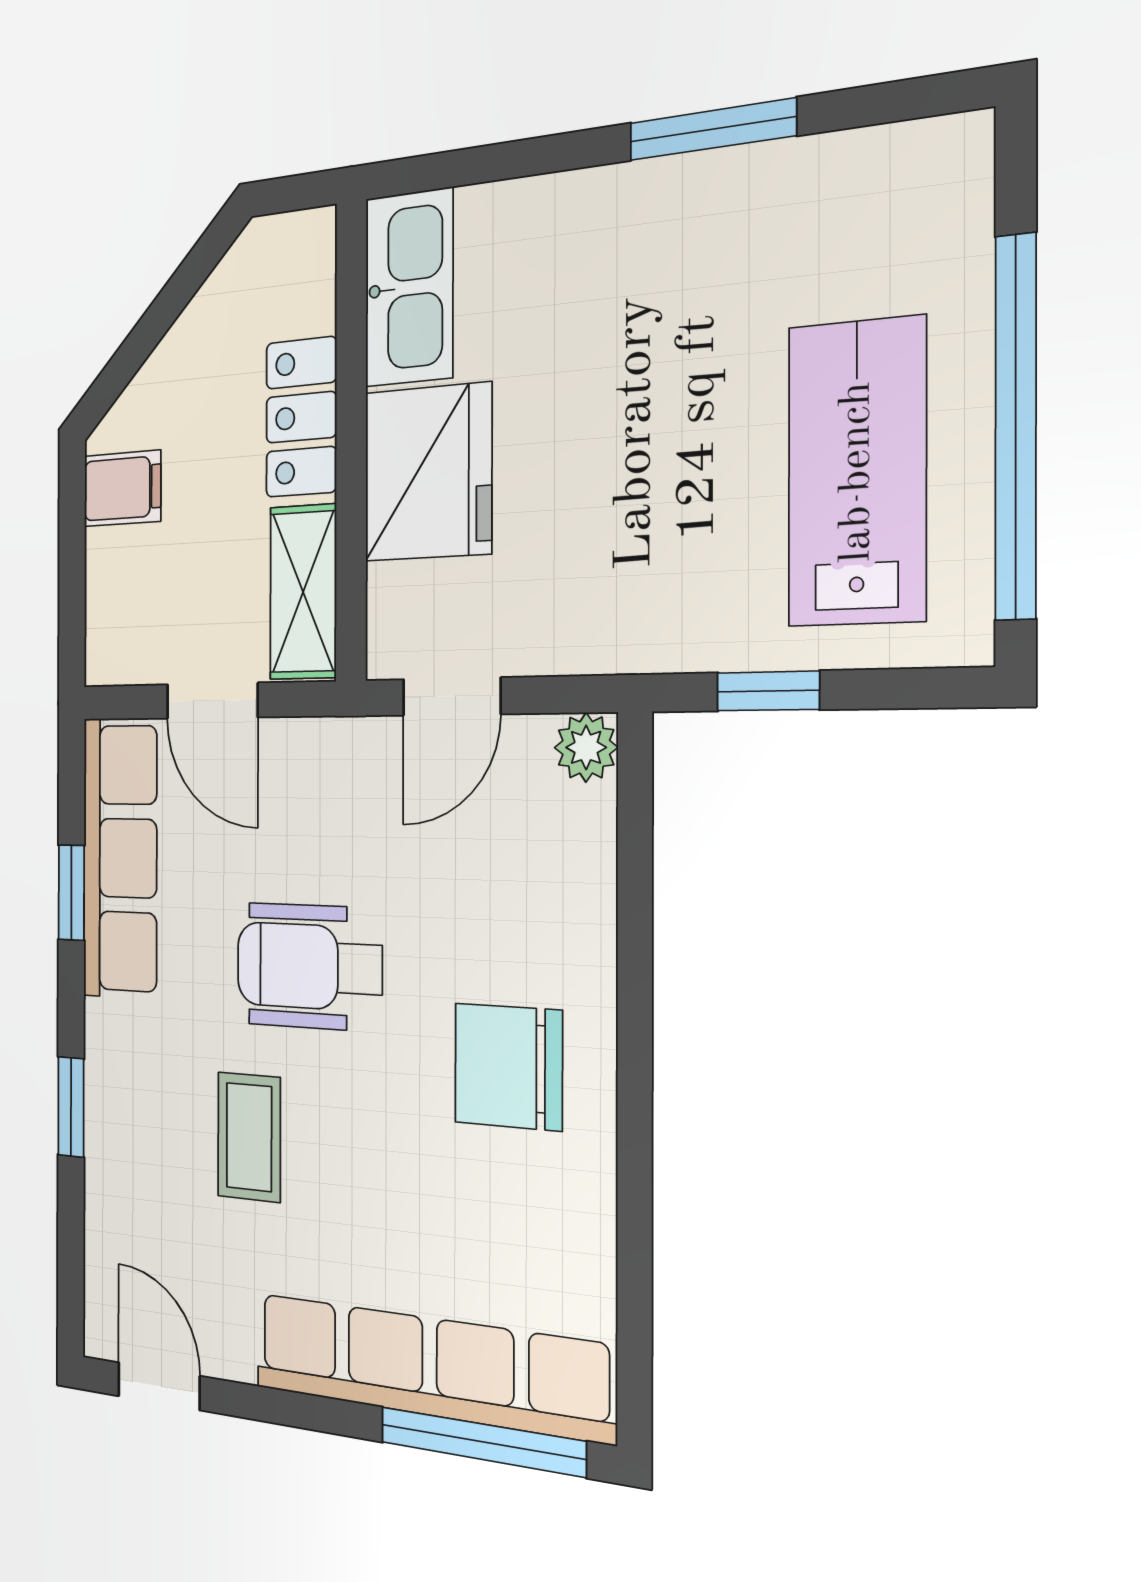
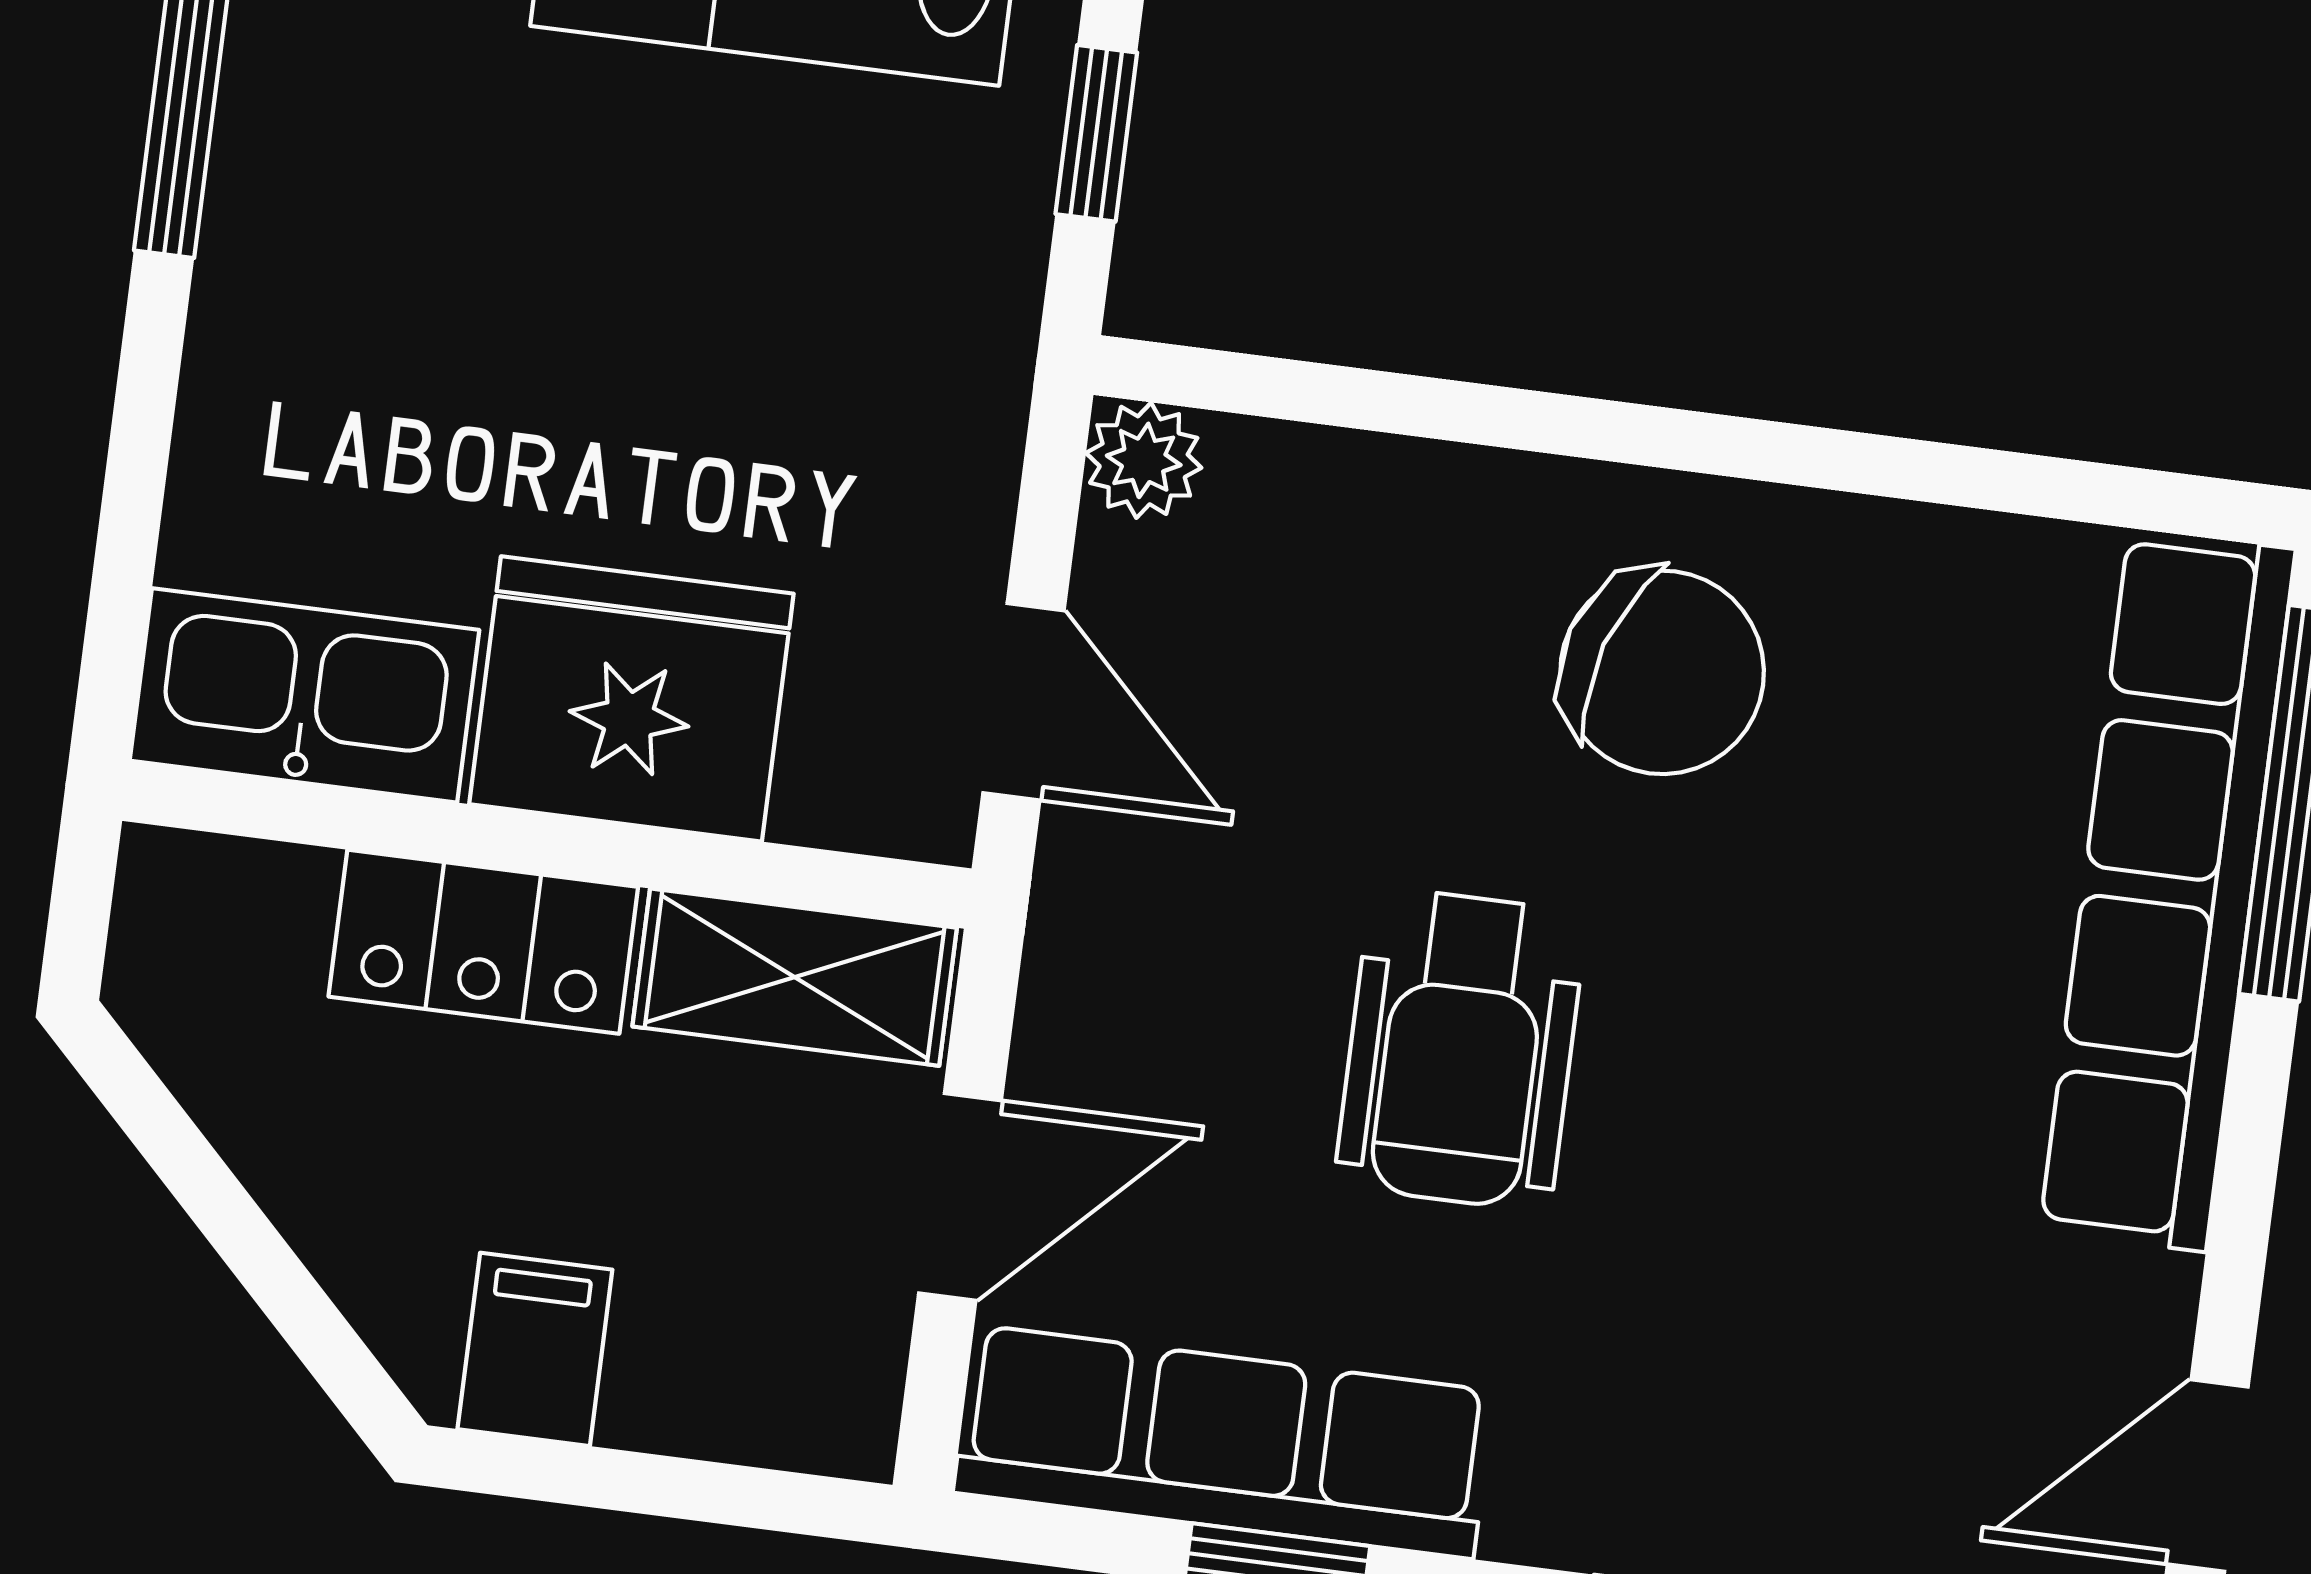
chair: (508, 1067) -> (1662, 672), turned -72
coffee table: (249, 1137) -> (1757, 1216), removed

